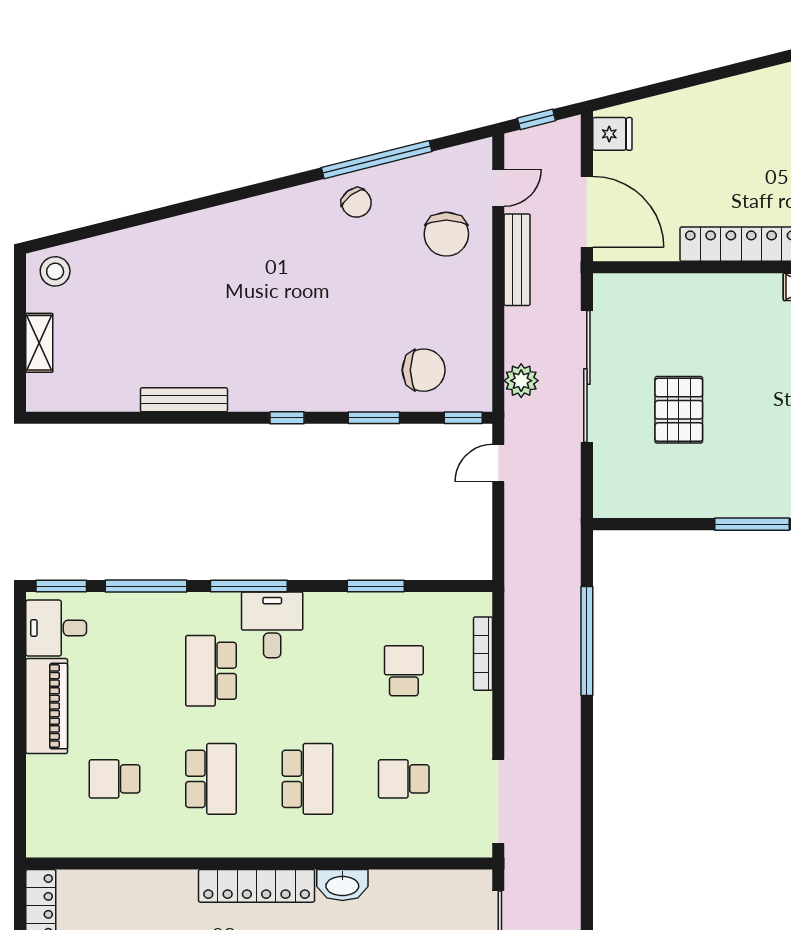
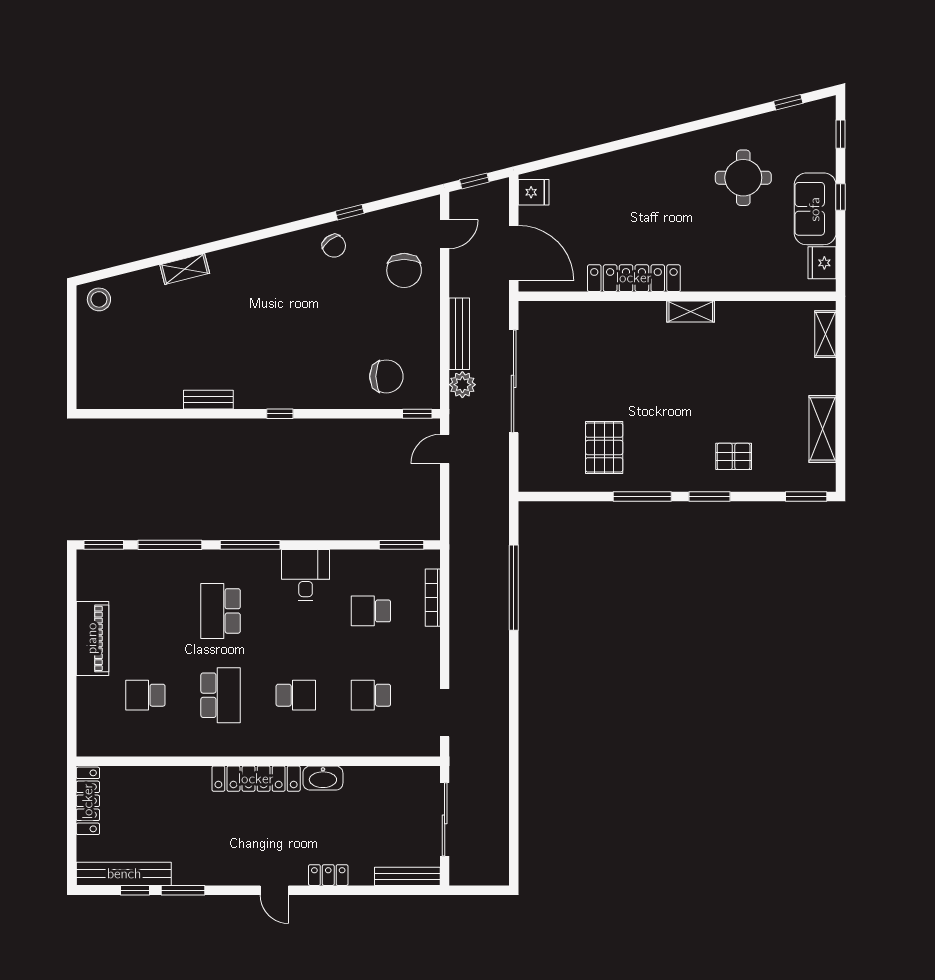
window: (377, 160) -> (350, 212), width x0.32
bench: (517, 260) -> (459, 334), moved
shelving: (39, 343) -> (185, 269), moved, turned 76
bench: (184, 400) -> (208, 400), width x0.73
pallet: (679, 410) -> (604, 448), moved
window: (374, 418) -> (348, 414), removed
window: (376, 586) -> (402, 545), moved
desk: (272, 625) -> (306, 575), moved
desk: (56, 628) -> (100, 578), removed
school desk: (404, 671) -> (371, 611), turned -90
school desk: (307, 779) -> (296, 695), width x0.54
doorway: (498, 801) -> (445, 713), width x0.73

